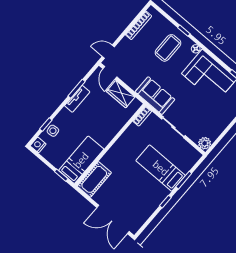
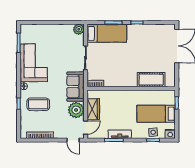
plant: (133, 78) -> (76, 110), added
bed: (81, 160) -> (156, 114), moved
bed: (161, 168) -> (107, 33), moved, turned -90
cot: (94, 179) -> (151, 80), moved

